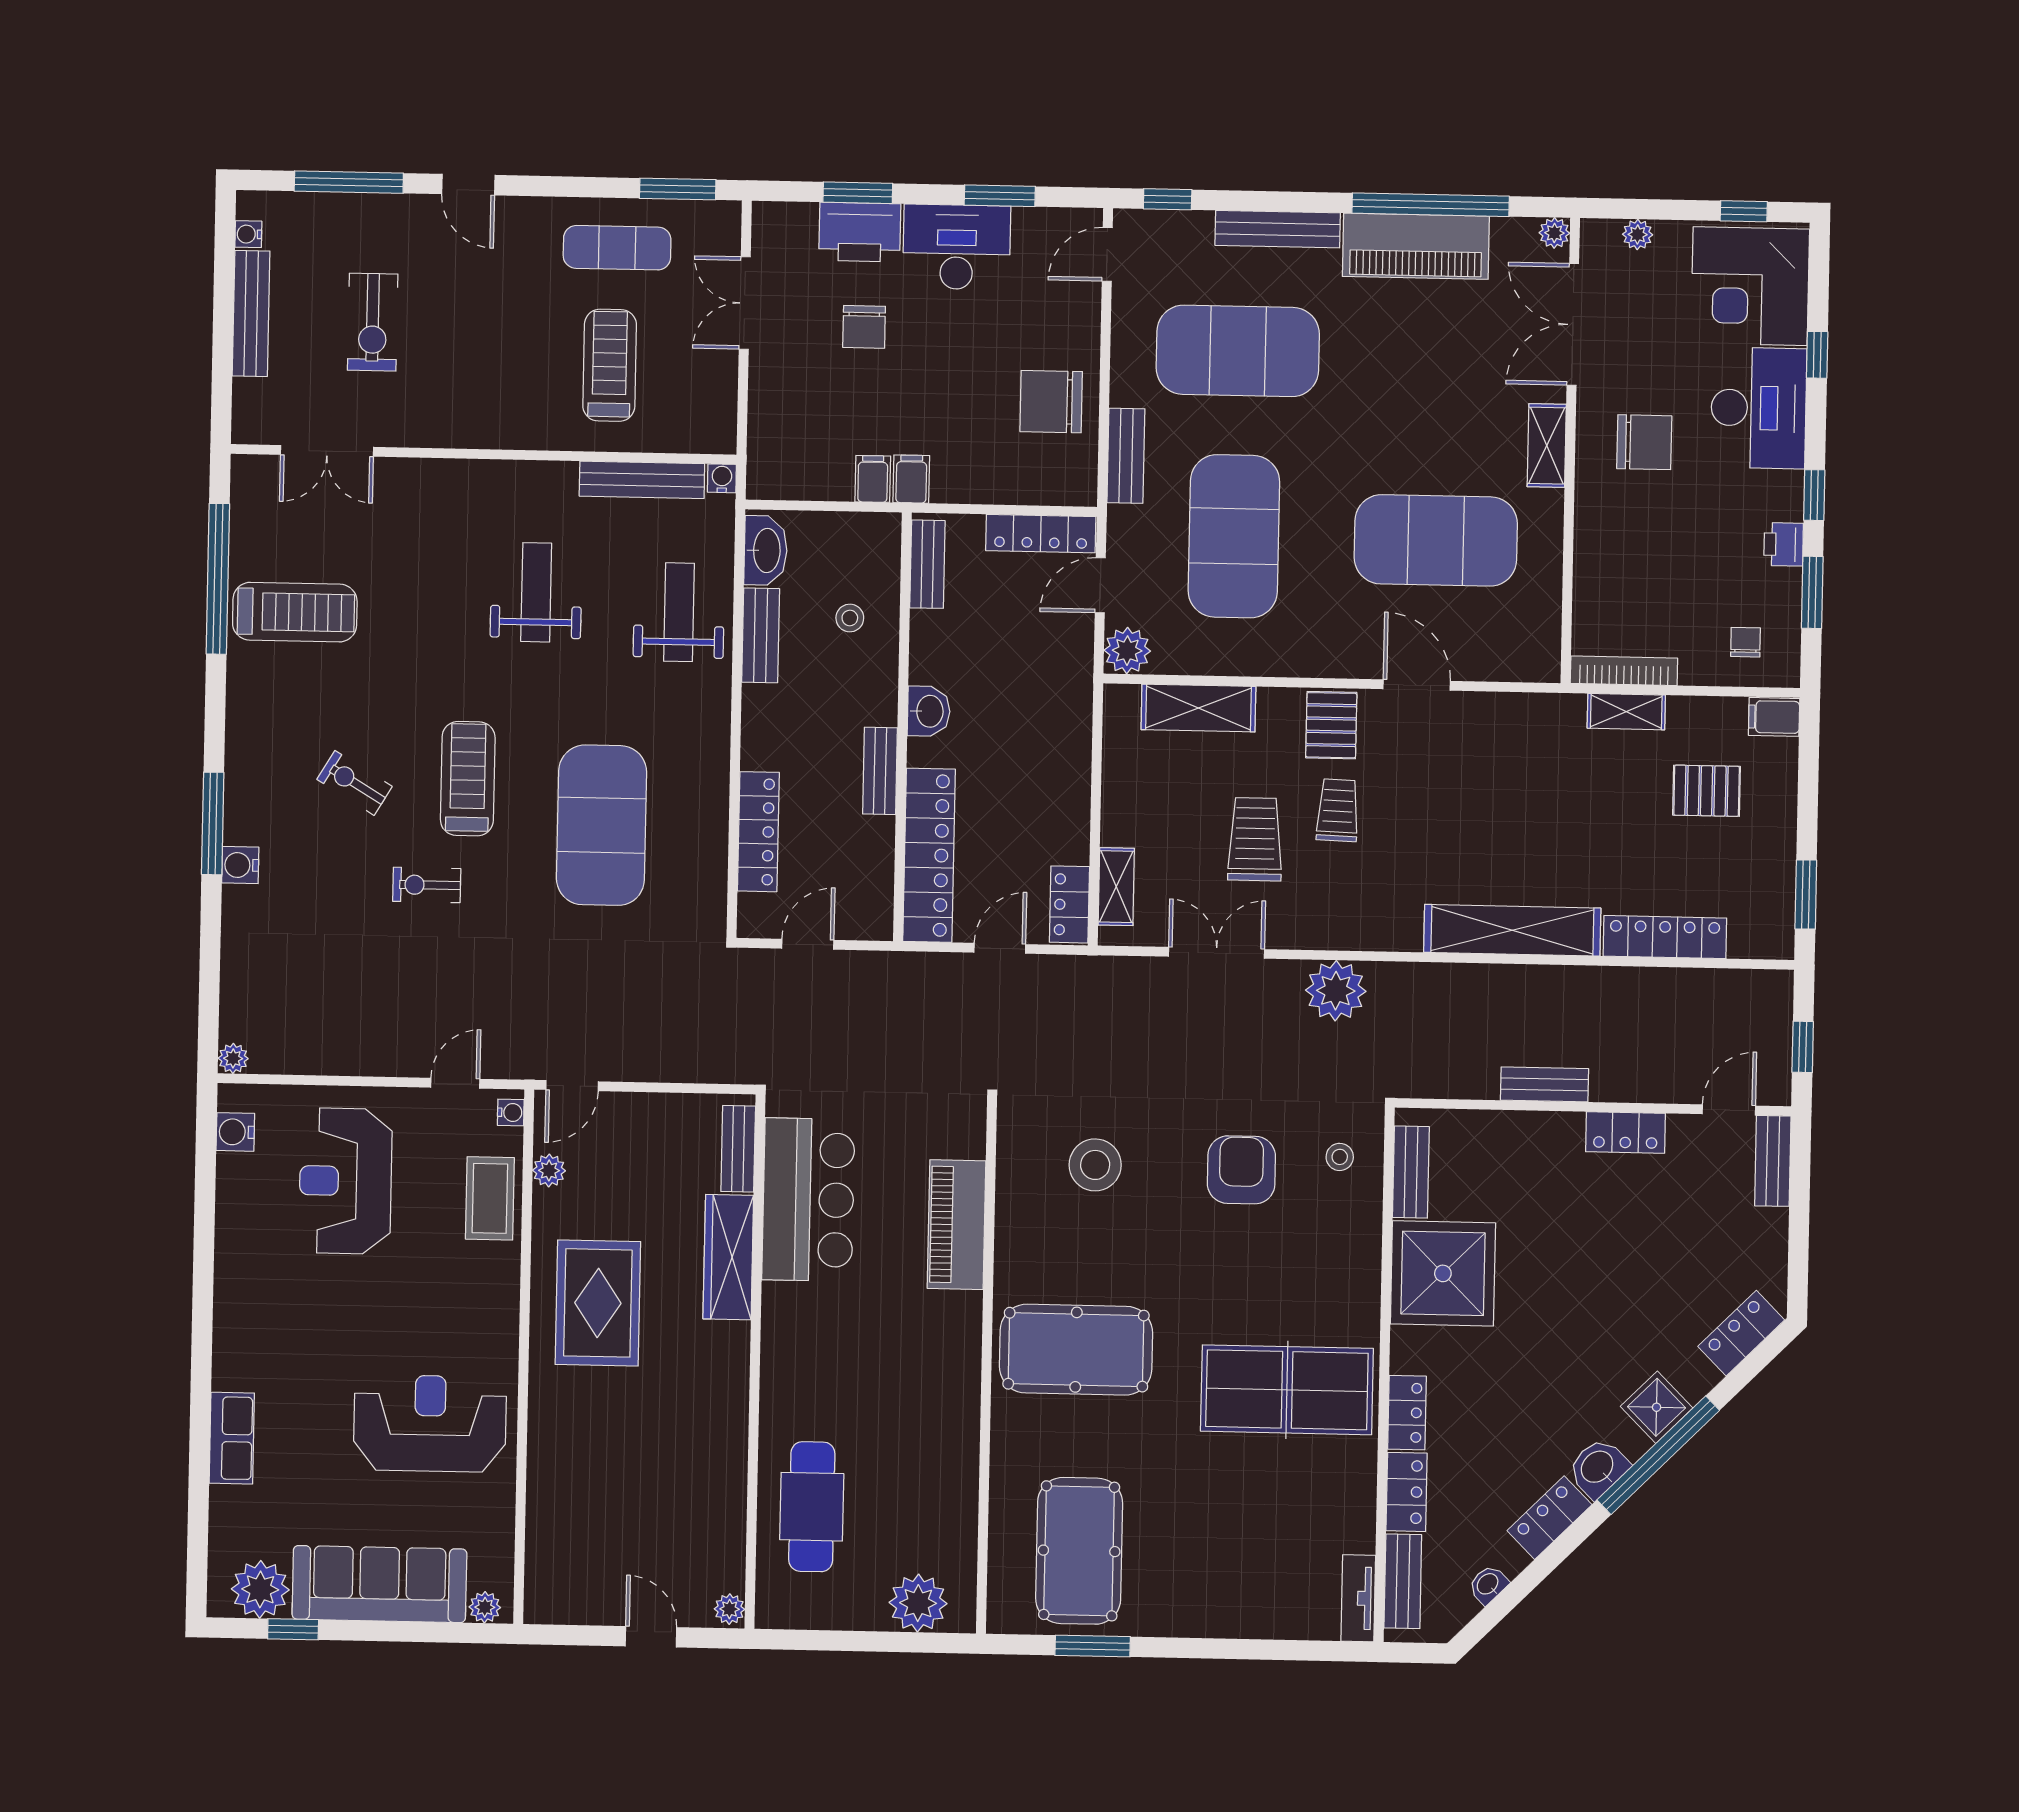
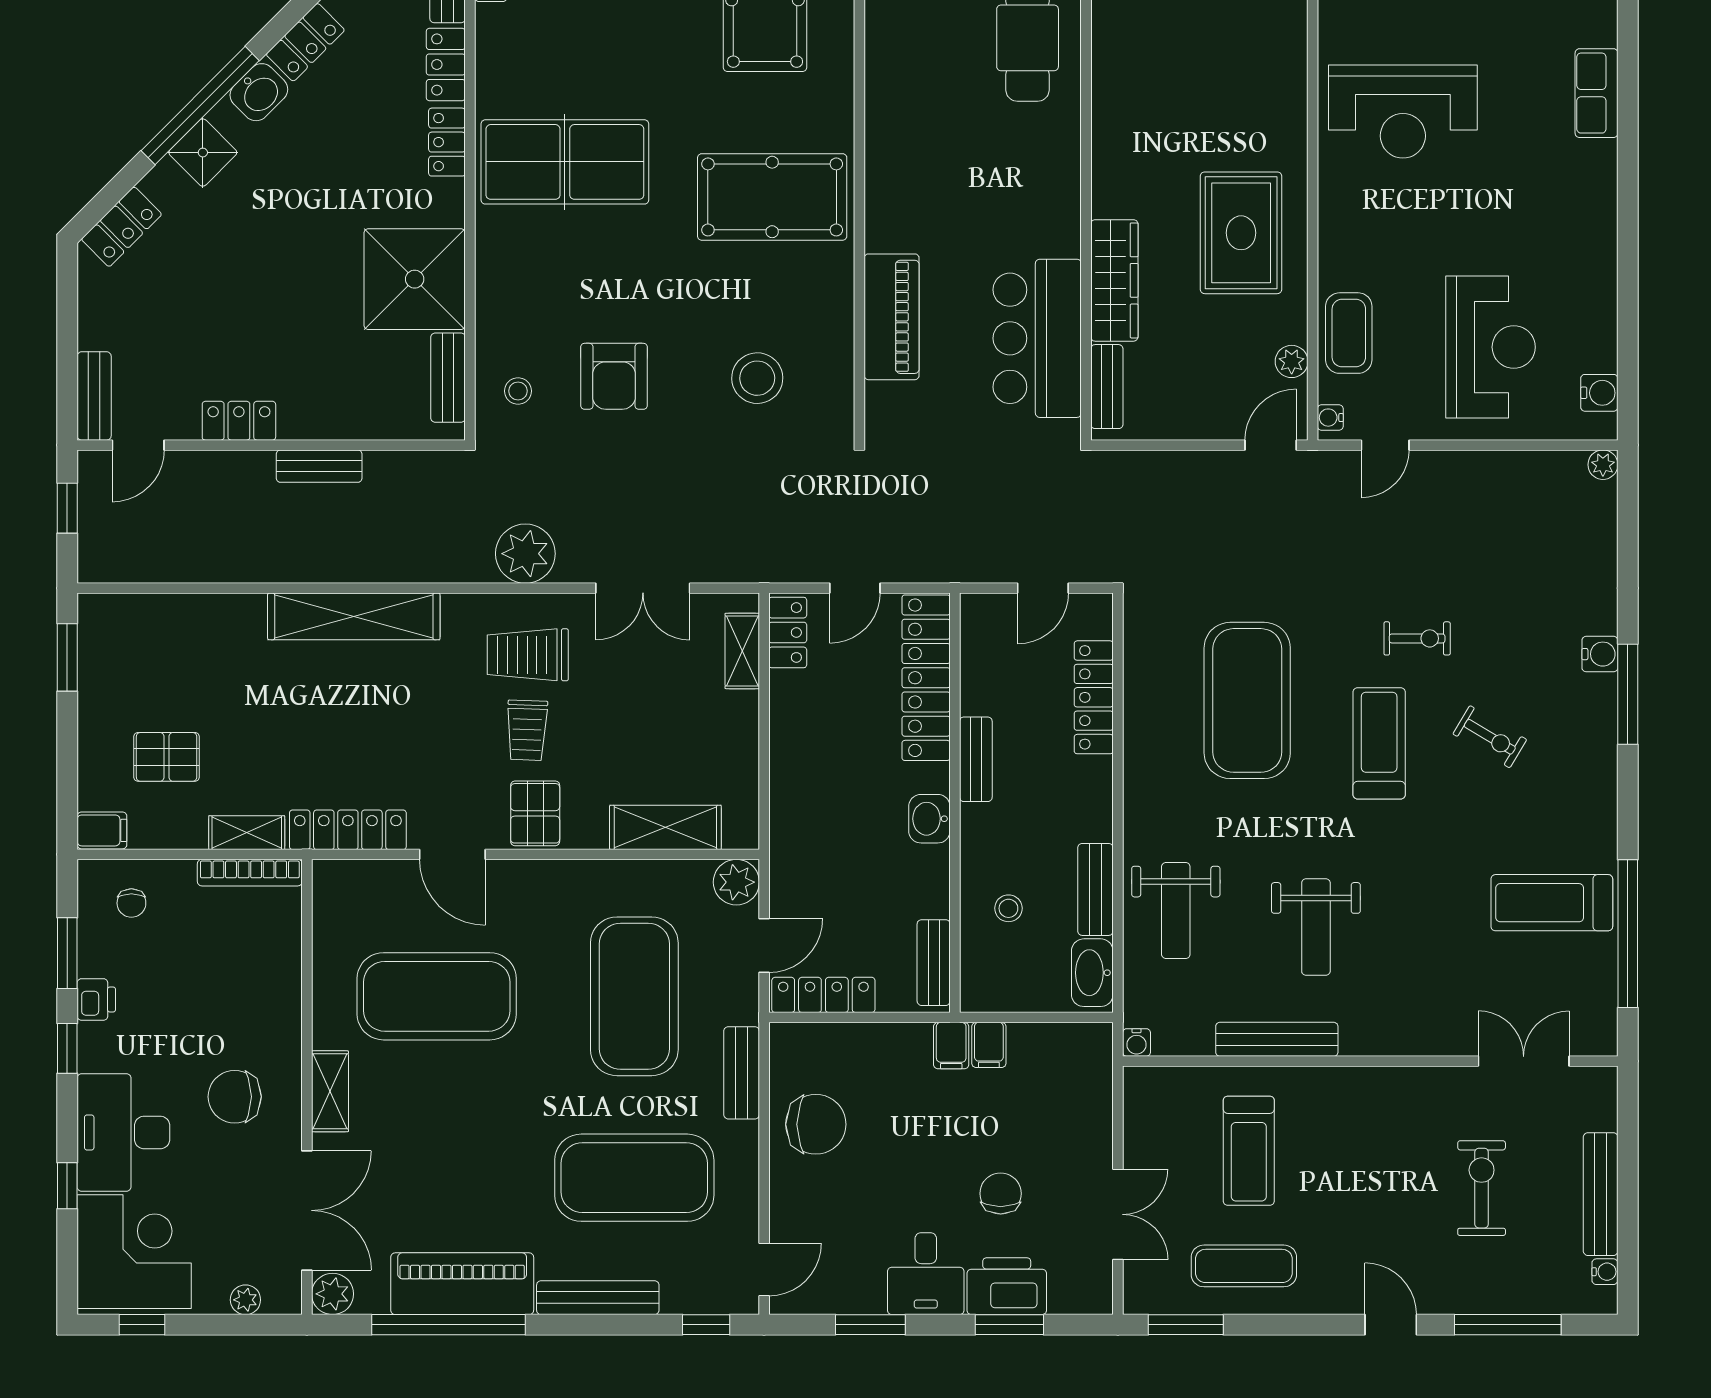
plant: (1554, 233) -> (333, 1294), width x1.38, depth x1.38
desk: (957, 247) -> (926, 1274), width x0.73
bench: (642, 480) -> (1277, 1039), moved
treadmill: (468, 779) -> (1379, 743), turned 180
trolley: (1255, 839) -> (528, 655), moved, turned 90
locker: (1665, 937) -> (348, 830), moved, turned 180

